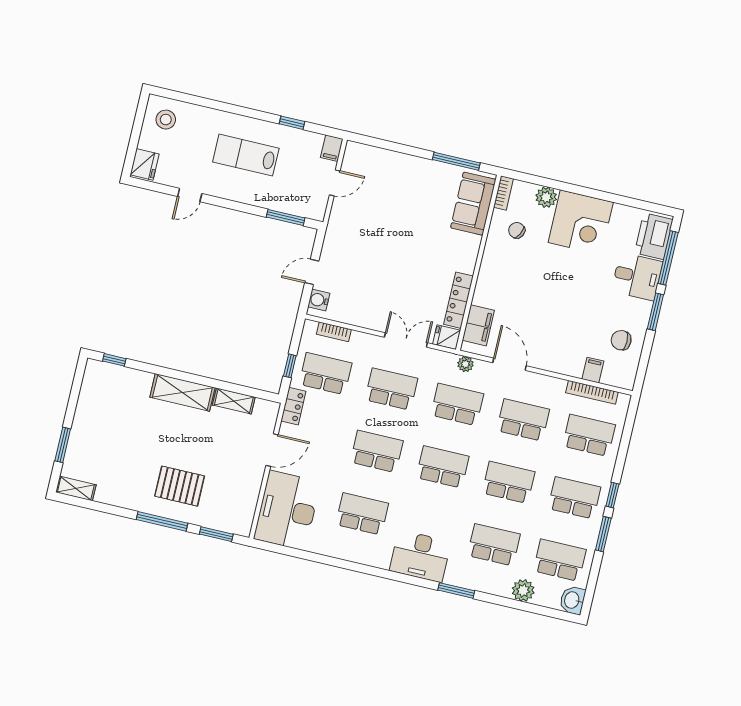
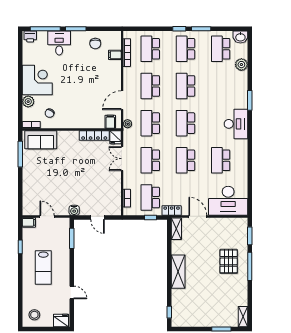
printer: (654, 236) -> (30, 36), width x0.53, depth x0.68
water cooler: (319, 300) -> (74, 210), moved
filing cabinet: (478, 325) -> (110, 122), width x0.50
shelving: (234, 401) -> (176, 229), moved
school desk: (494, 545) -> (221, 86), removed

